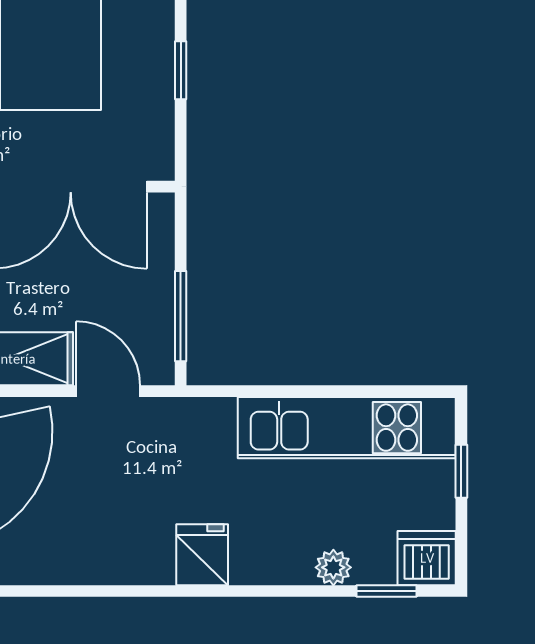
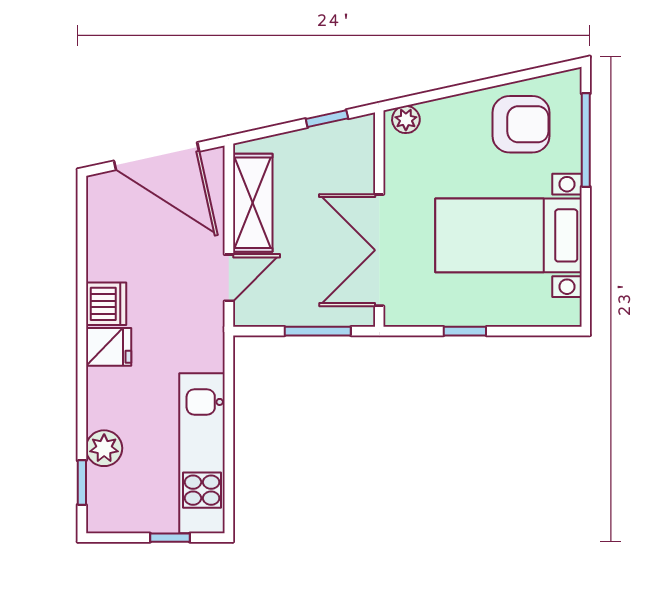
window: (181, 316) -> (318, 331), moved
dishwasher: (427, 558) -> (106, 304), moved
plant: (333, 567) -> (104, 448), width x1.38, depth x1.38

